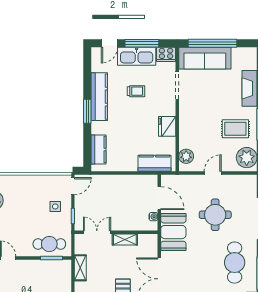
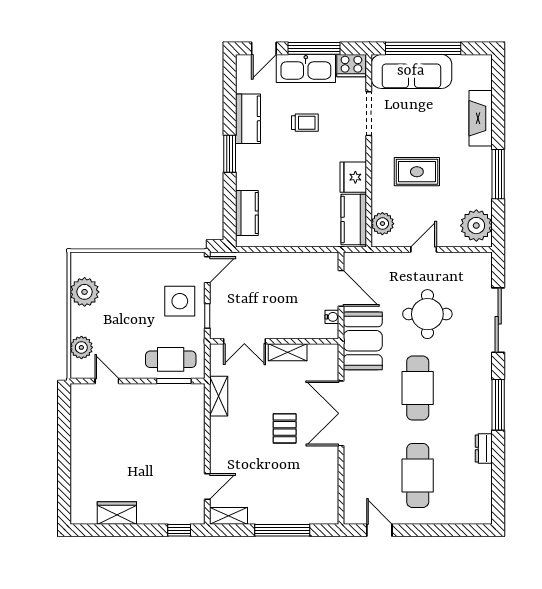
kitchen counter: (99, 97) -> (248, 119), width x0.67
rug: (235, 129) -> (417, 172), moved
kitchen counter: (154, 163) -> (354, 219), moved, turned -90
side table: (55, 206) -> (180, 301), width x1.87, depth x1.87
double door: (97, 232) -> (244, 341), swing flipped
cafe table: (235, 263) -> (418, 388), moved

